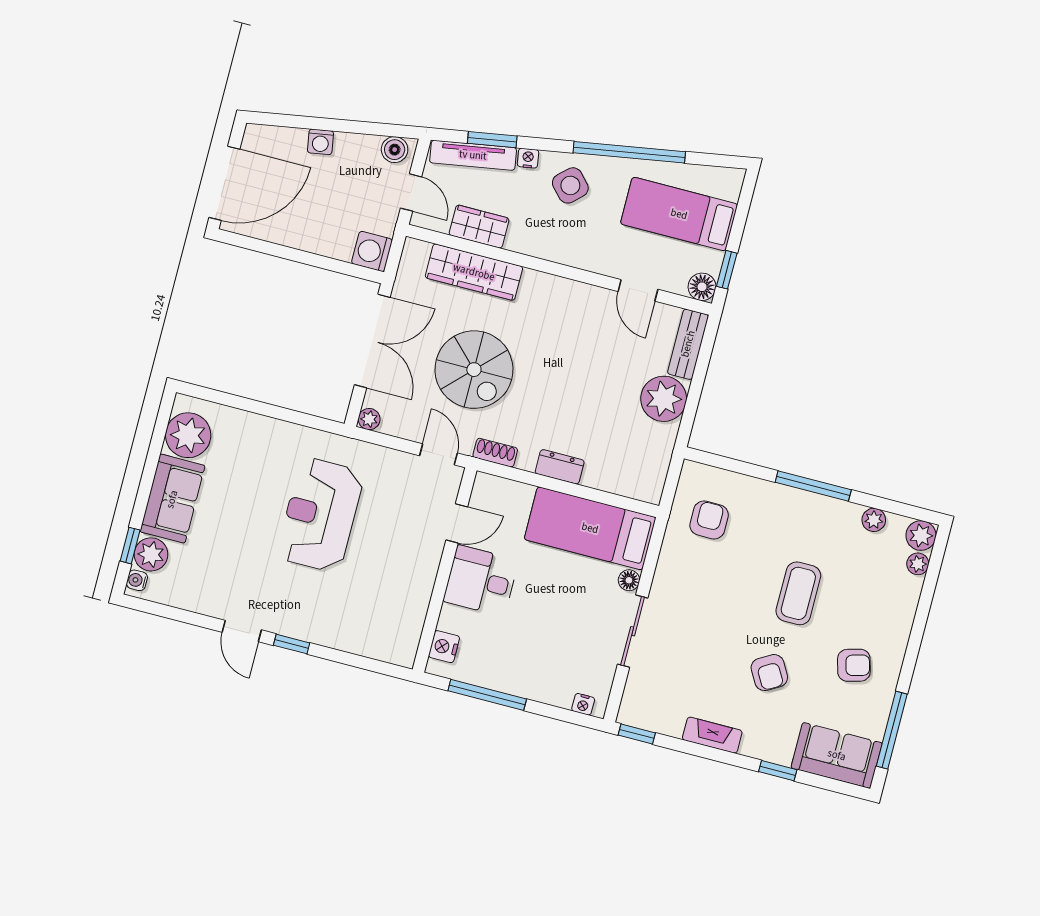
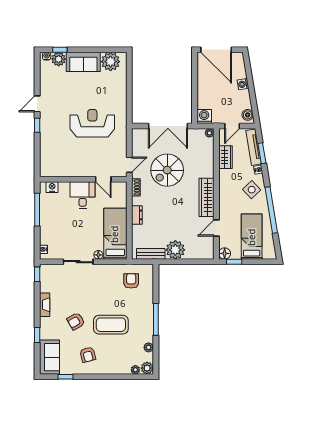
wardrobe: (474, 272) -> (207, 197), moved
bench: (688, 344) -> (151, 254), moved
plant: (369, 419) -> (209, 133), moved
armchair: (709, 520) -> (131, 281), turned -90
coffee table: (798, 593) -> (111, 325), width x1.36, depth x1.32
window: (892, 730) -> (65, 377), width x0.46

